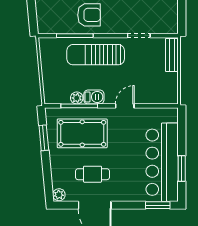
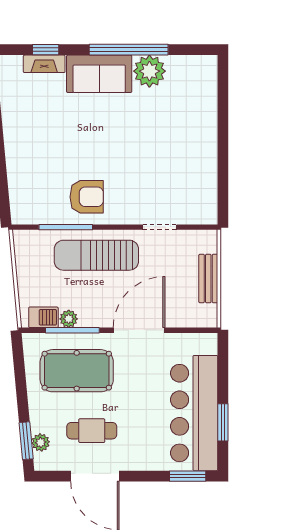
bench: (172, 55) -> (208, 279), moved
barbecue: (94, 97) -> (43, 317), moved
door: (125, 106) -> (139, 330), width x1.87
window: (44, 138) -> (26, 441), moved
plant: (59, 195) -> (41, 442), moved

